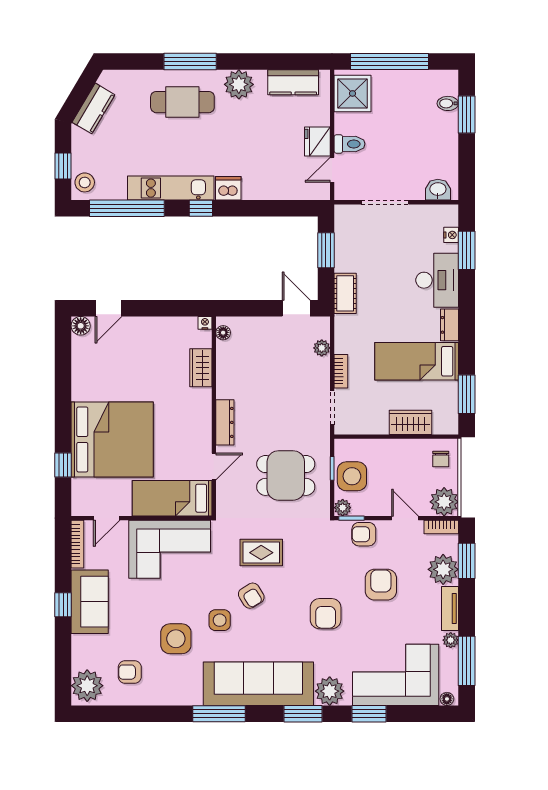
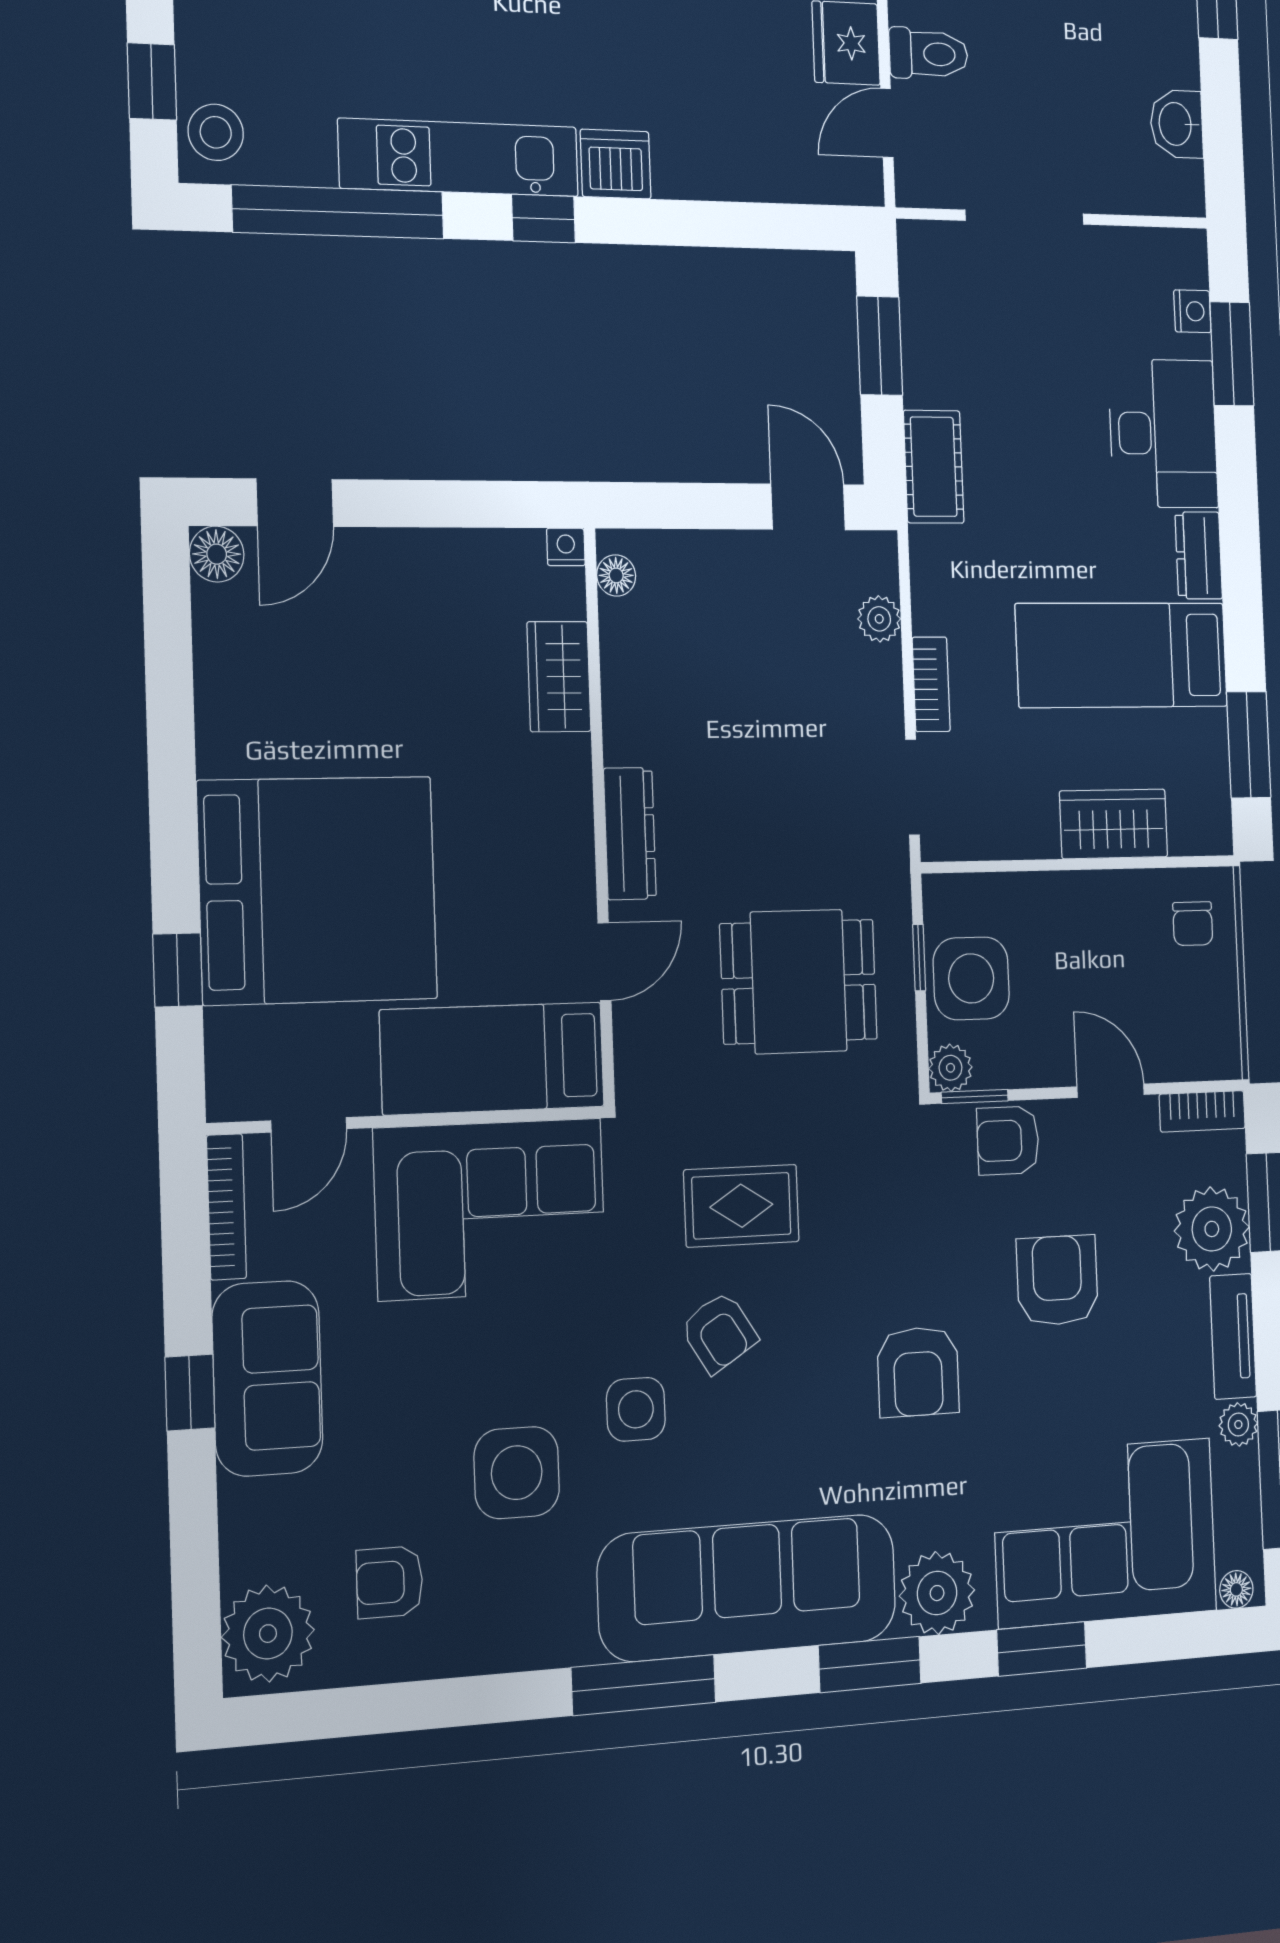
washbasin: (438, 190) -> (1177, 124), moved, turned -90
plant: (444, 502) -> (1206, 1041), removed

